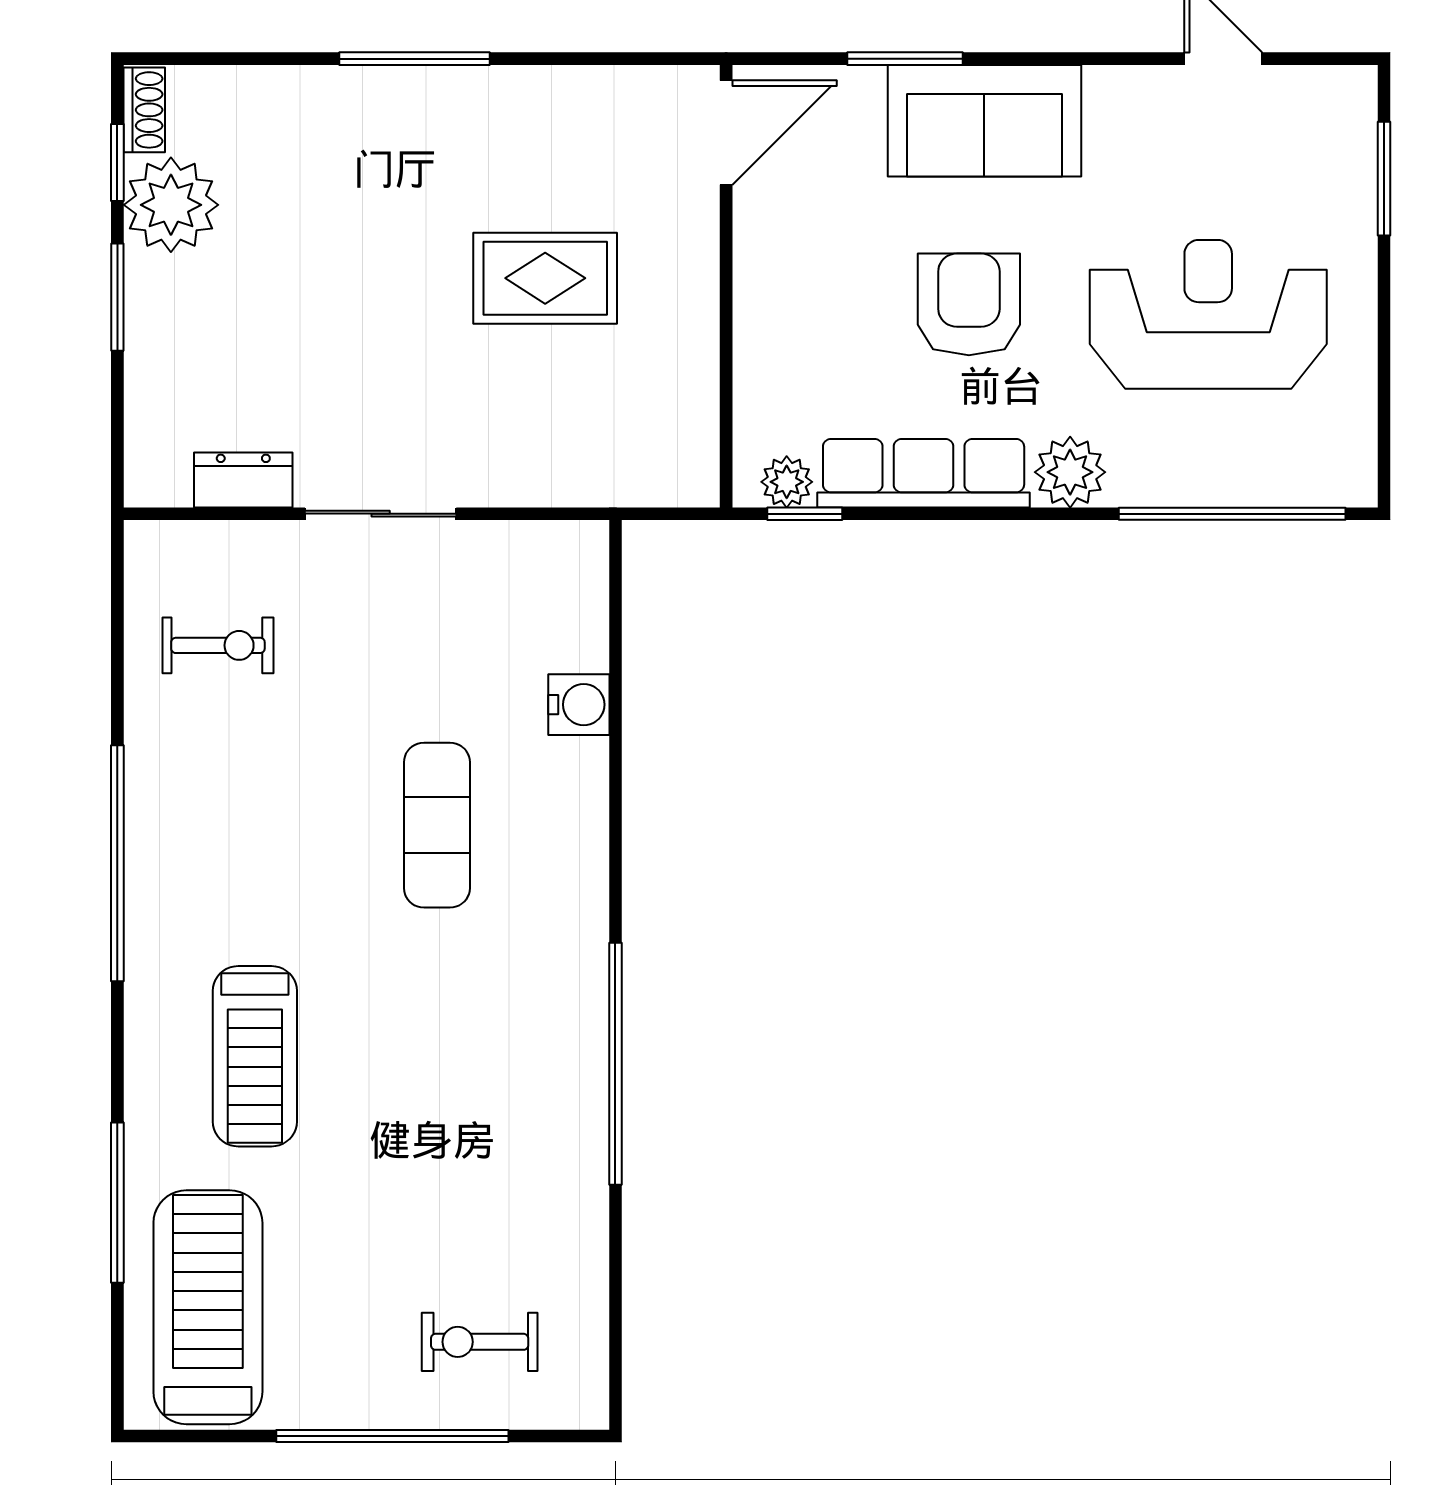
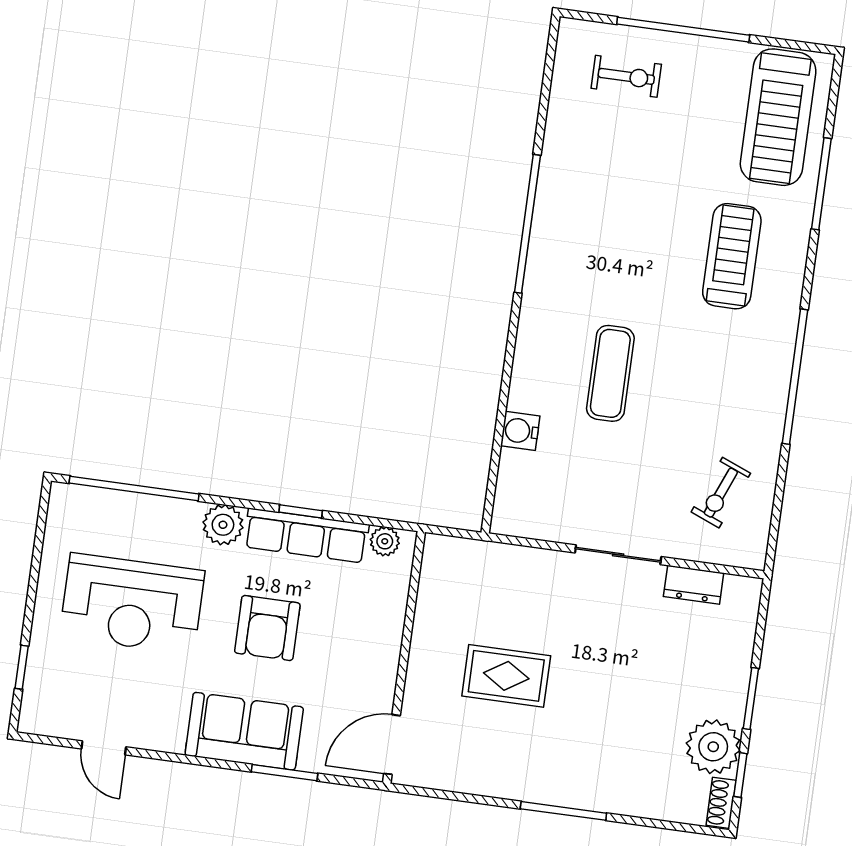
window: (1384, 179) -> (22, 667), width x0.67
window: (805, 514) -> (301, 511), moved
exercise bike: (218, 645) -> (721, 493), turned -68

